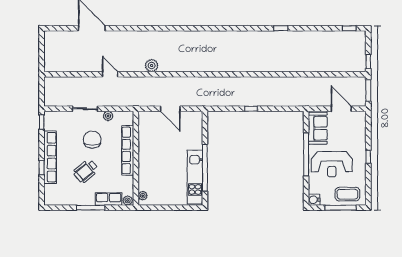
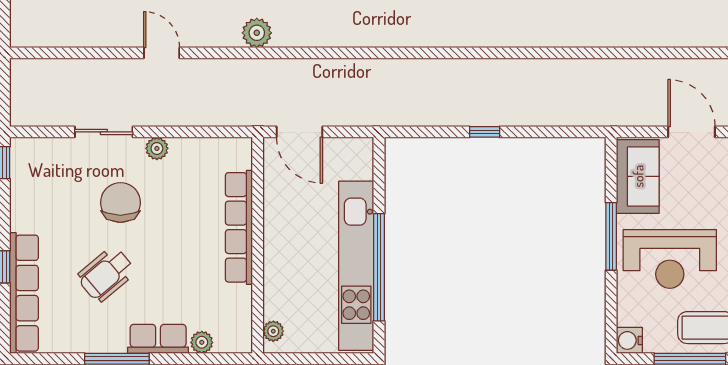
row of seats: (128, 150) -> (239, 227), moved
window: (306, 154) -> (611, 236), width x0.68
row of seats: (50, 157) -> (24, 293), moved
wall: (136, 158) -> (258, 245), moved
kitchen unit: (195, 177) -> (356, 266), width x1.36
plant: (143, 196) -> (273, 331), moved

